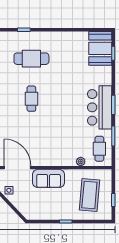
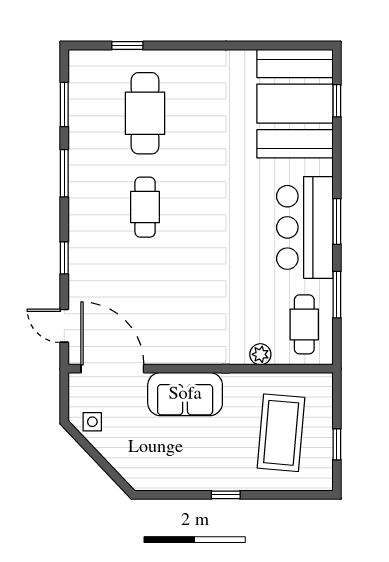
booth: (100, 48) -> (295, 104), width x1.36, depth x1.42
cafe table: (31, 59) -> (145, 113), turned 90

